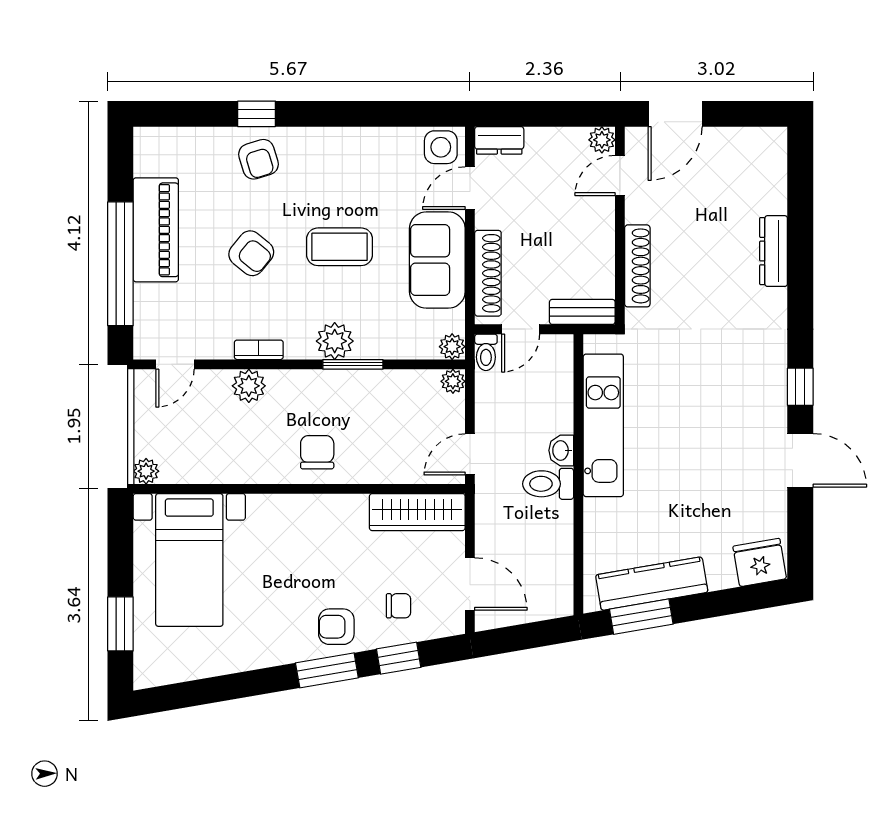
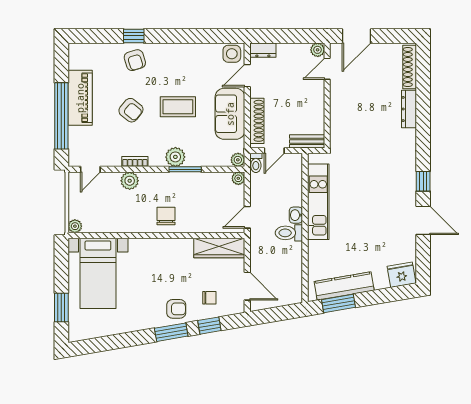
shoe rack: (637, 266) -> (410, 67), moved, turned 180
armchair: (336, 627) -> (176, 309), turned 180

